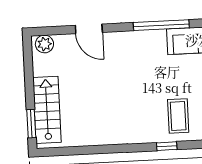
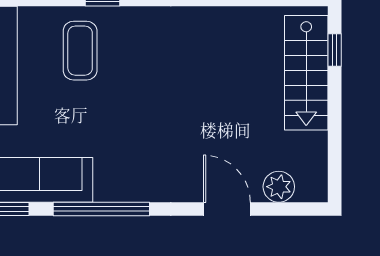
plant: (44, 44) -> (279, 187), moved
window: (31, 124) -> (335, 50), width x0.67

